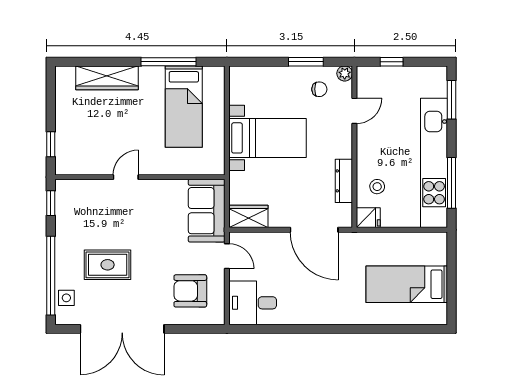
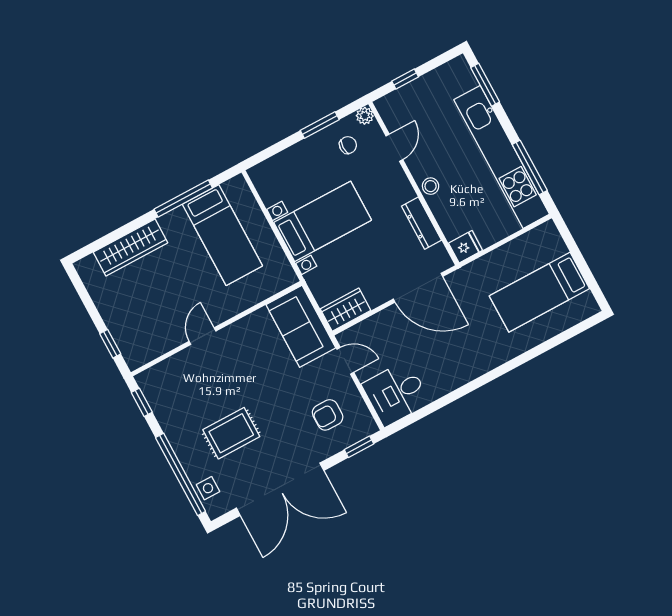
stool: (377, 187) -> (431, 186), moved
armchair: (190, 291) -> (328, 415), width x0.72, depth x0.72
window: (201, 329) -> (359, 447), added

